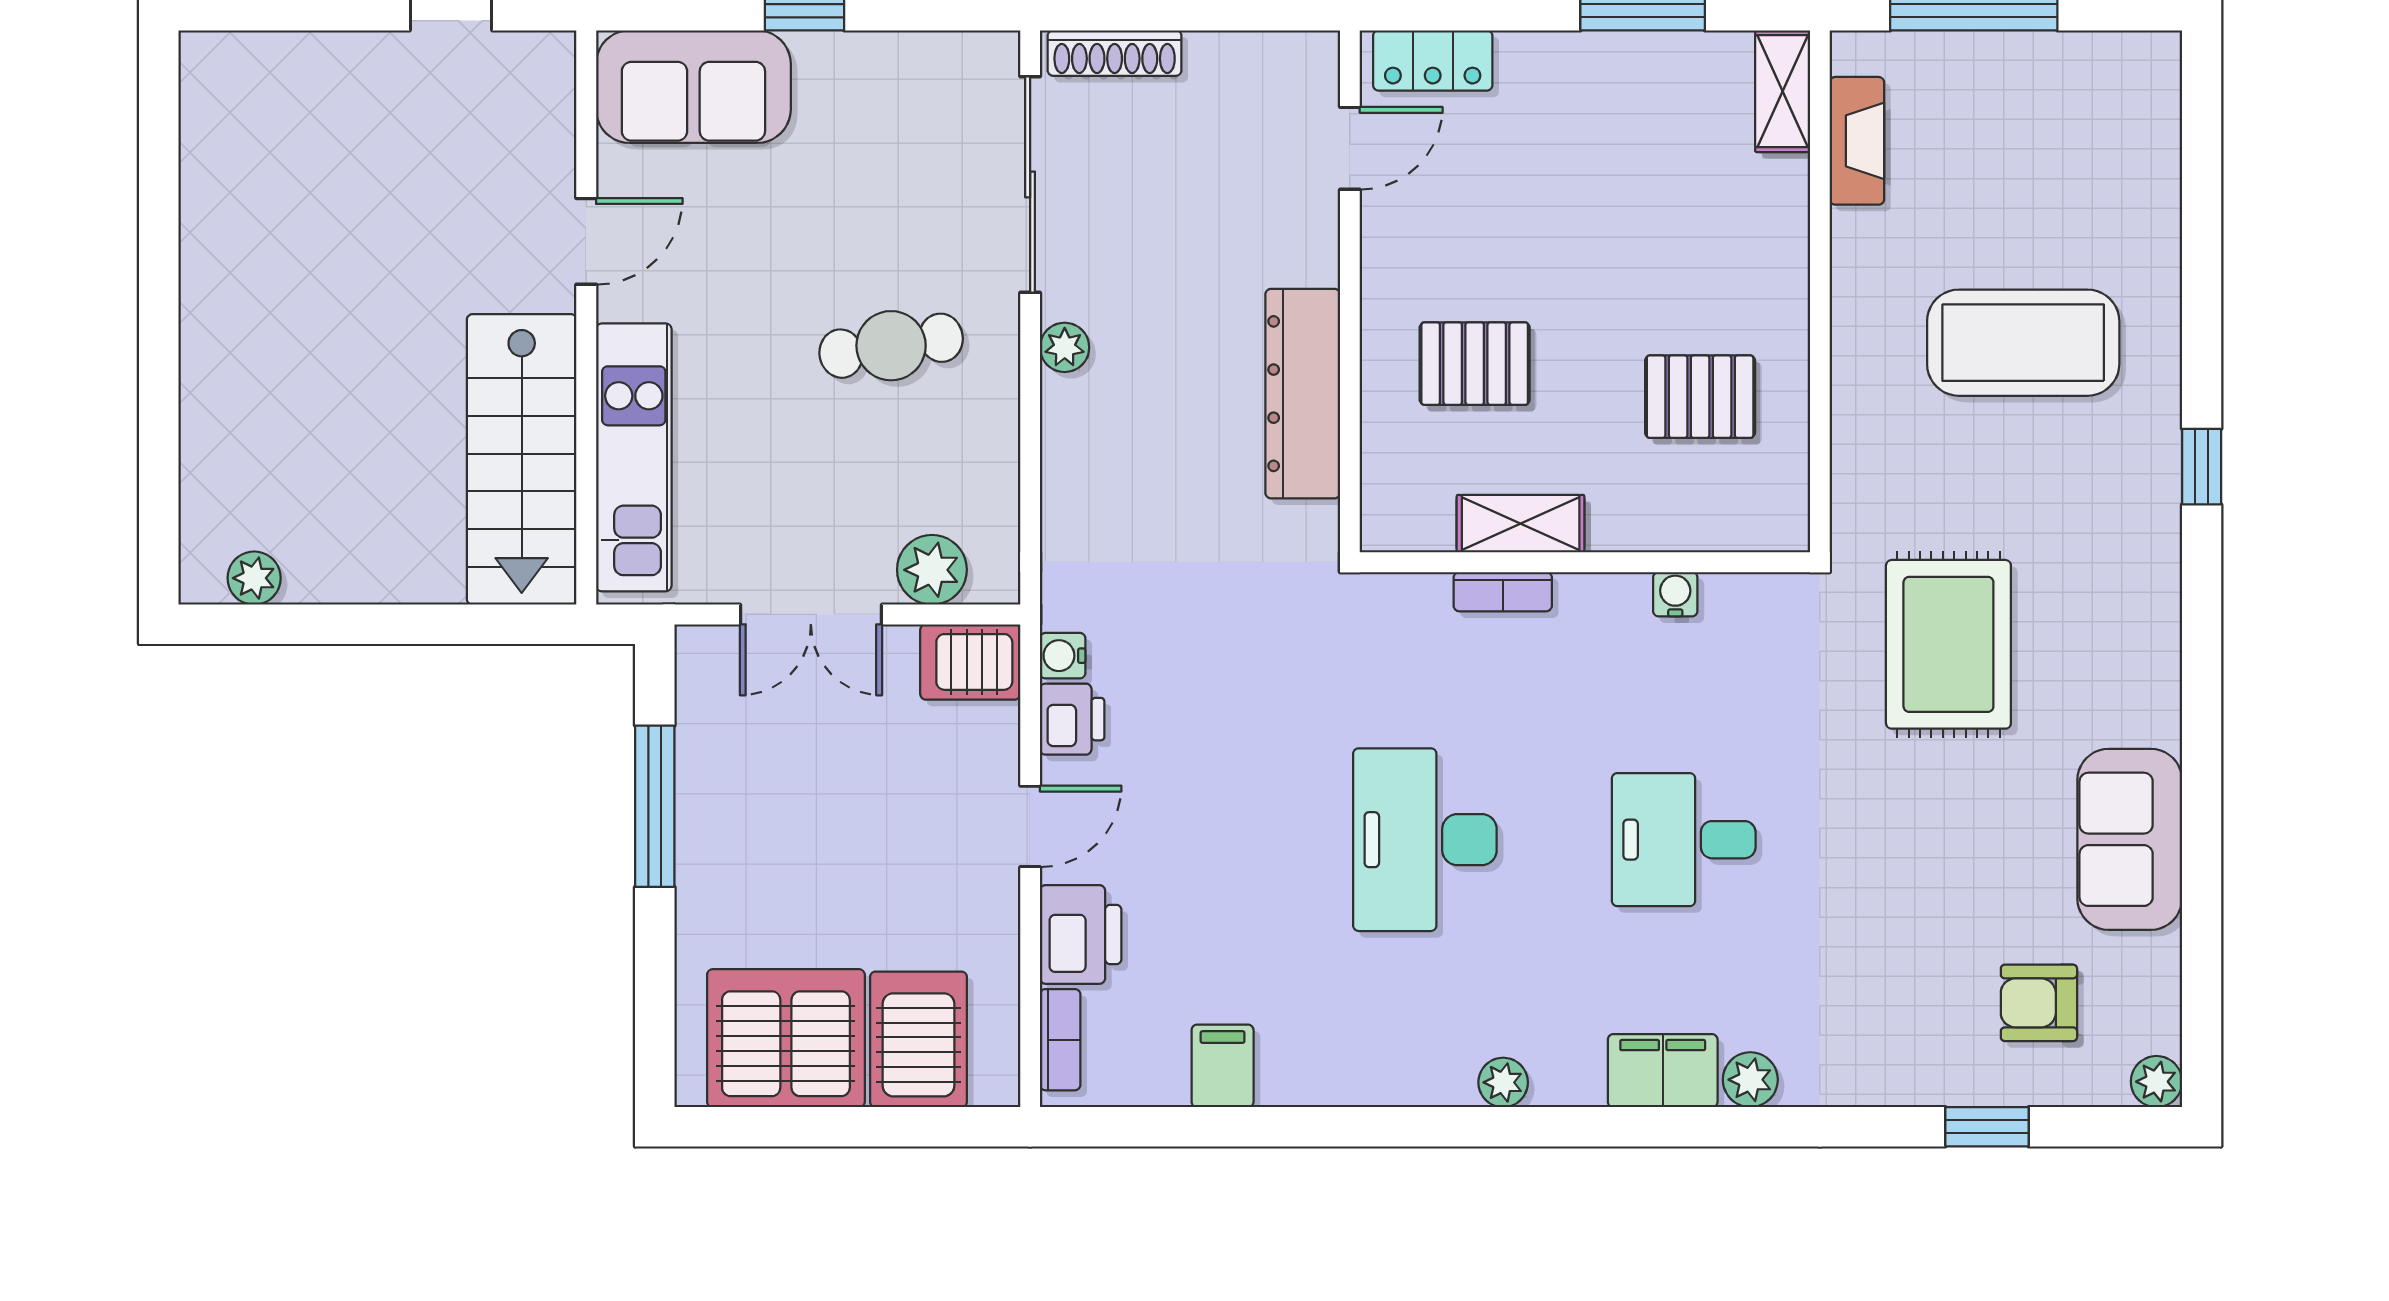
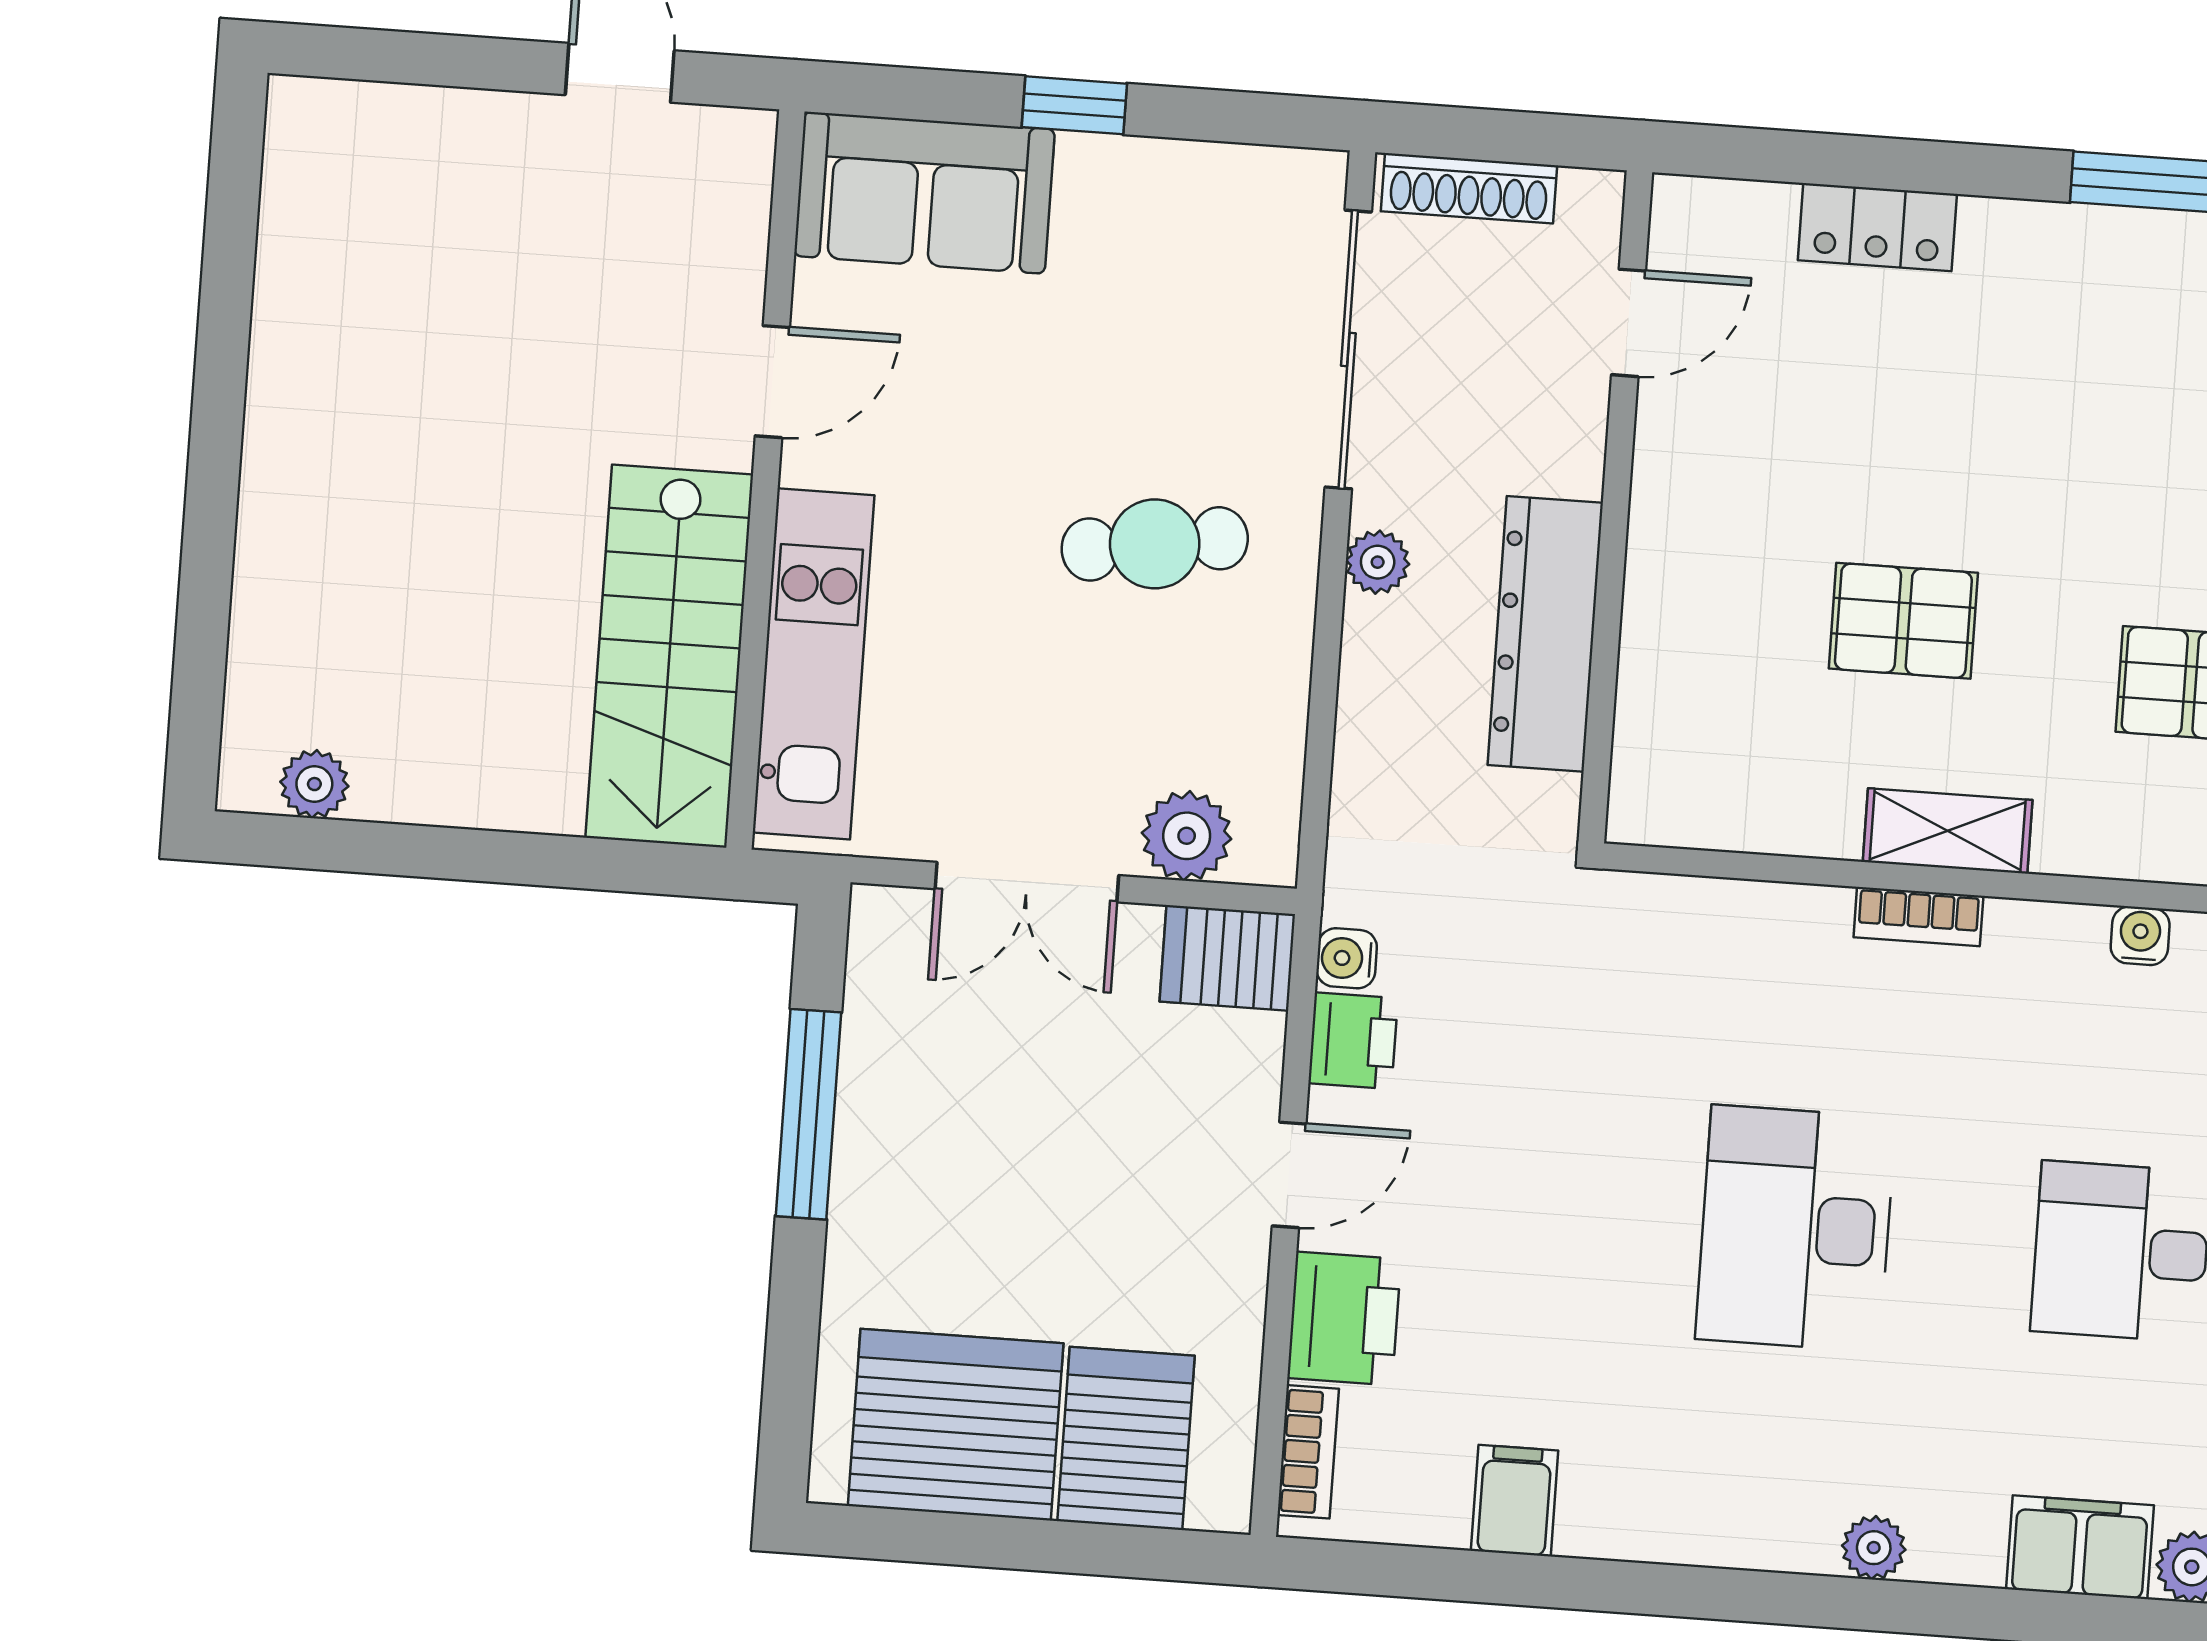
door: (1350, 148) -> (1629, 323), moved
wall: (1350, 291) -> (1615, 507), moved
dresser: (1303, 394) -> (1545, 634), moved

